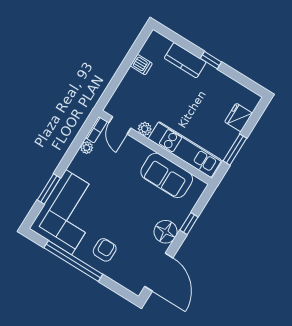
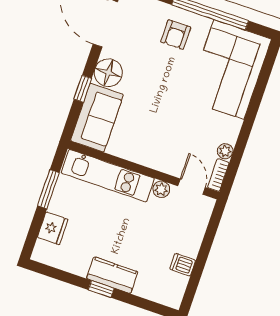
kitchen counter: (185, 60) -> (112, 275), moved
sofa: (167, 175) -> (97, 118), moved, turned 90
window: (49, 189) -> (259, 92), removed

